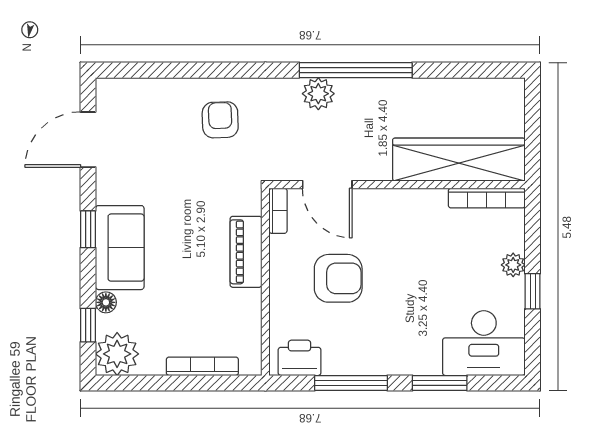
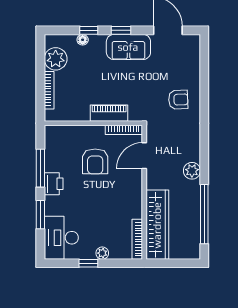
window: (356, 70) -> (204, 214), moved
plant: (318, 94) -> (192, 171), moved
bookcase: (278, 211) -> (124, 130), width x1.56
sofa: (120, 248) -> (128, 47), moved
window: (88, 325) -> (89, 30), moved
plant: (117, 354) -> (56, 59), moved
printer: (300, 358) -> (54, 184), moved

